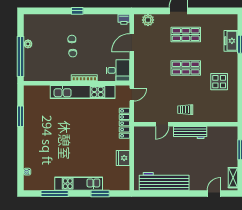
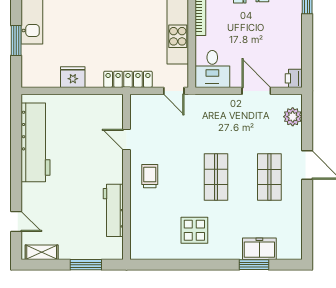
workbench: (190, 132) -> (113, 210), moved

